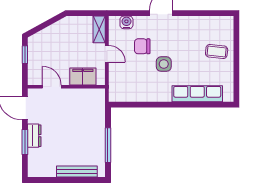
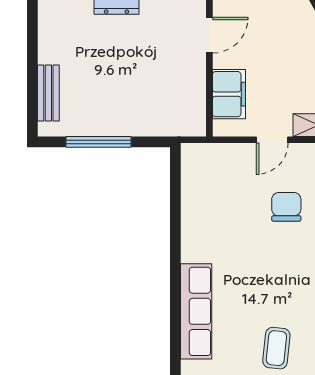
side table: (164, 64) -> (253, 248), removed
bench: (77, 172) -> (48, 93), width x0.73

